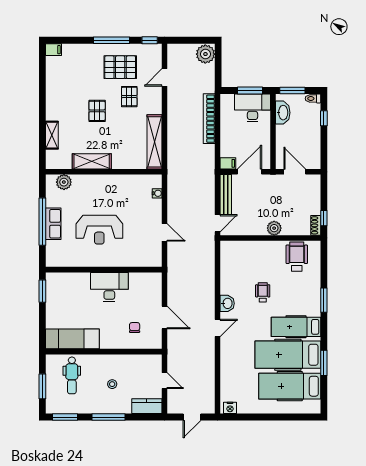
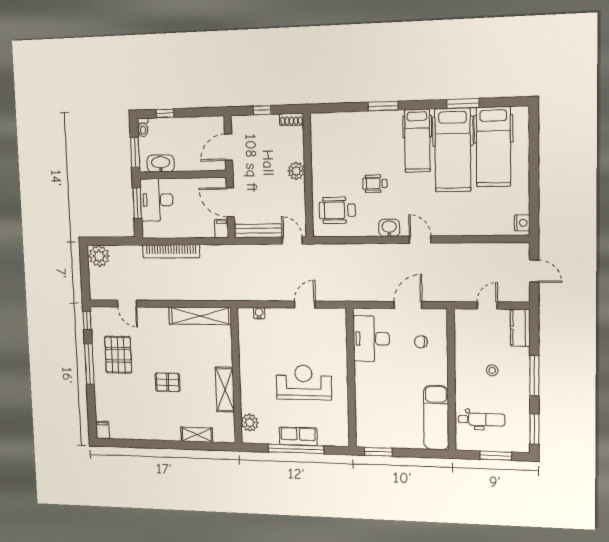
pallet: (129, 97) -> (150, 345), removed
window: (324, 218) -> (262, 110), moved
reception desk: (99, 230) -> (304, 382), turned -90
wheelchair: (297, 257) -> (337, 210), moved
desk: (109, 287) -> (371, 339), moved

